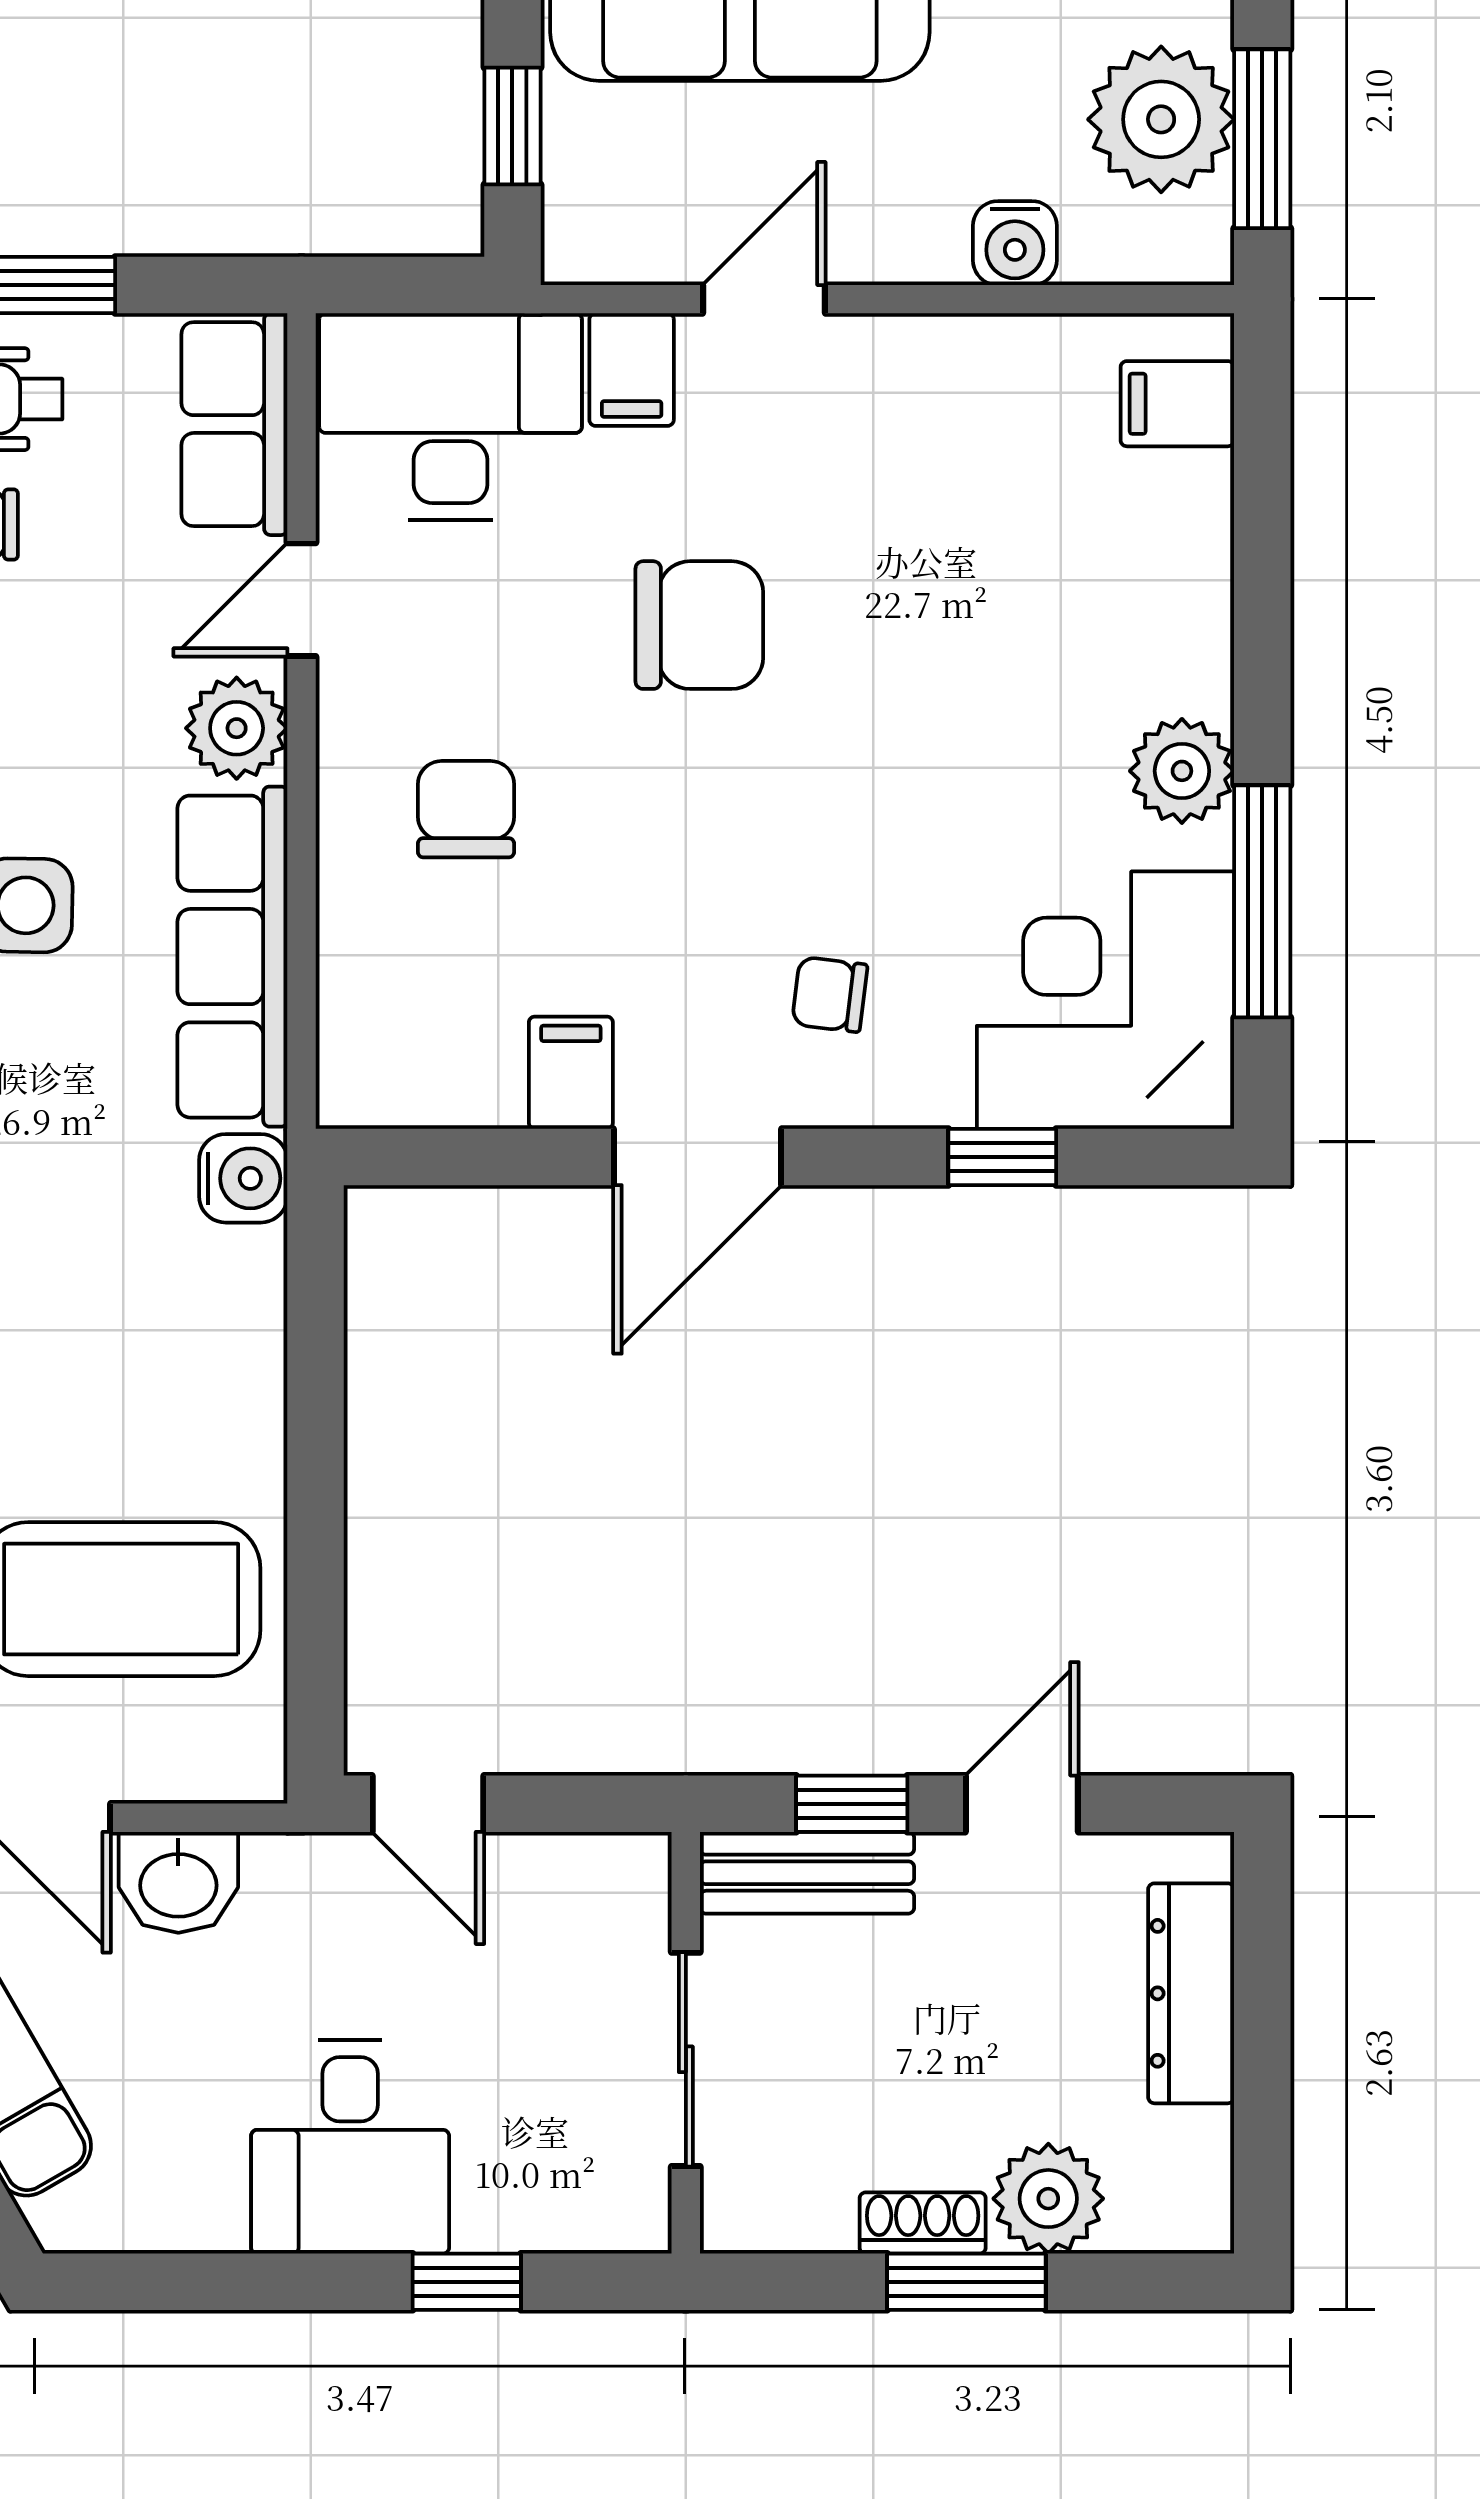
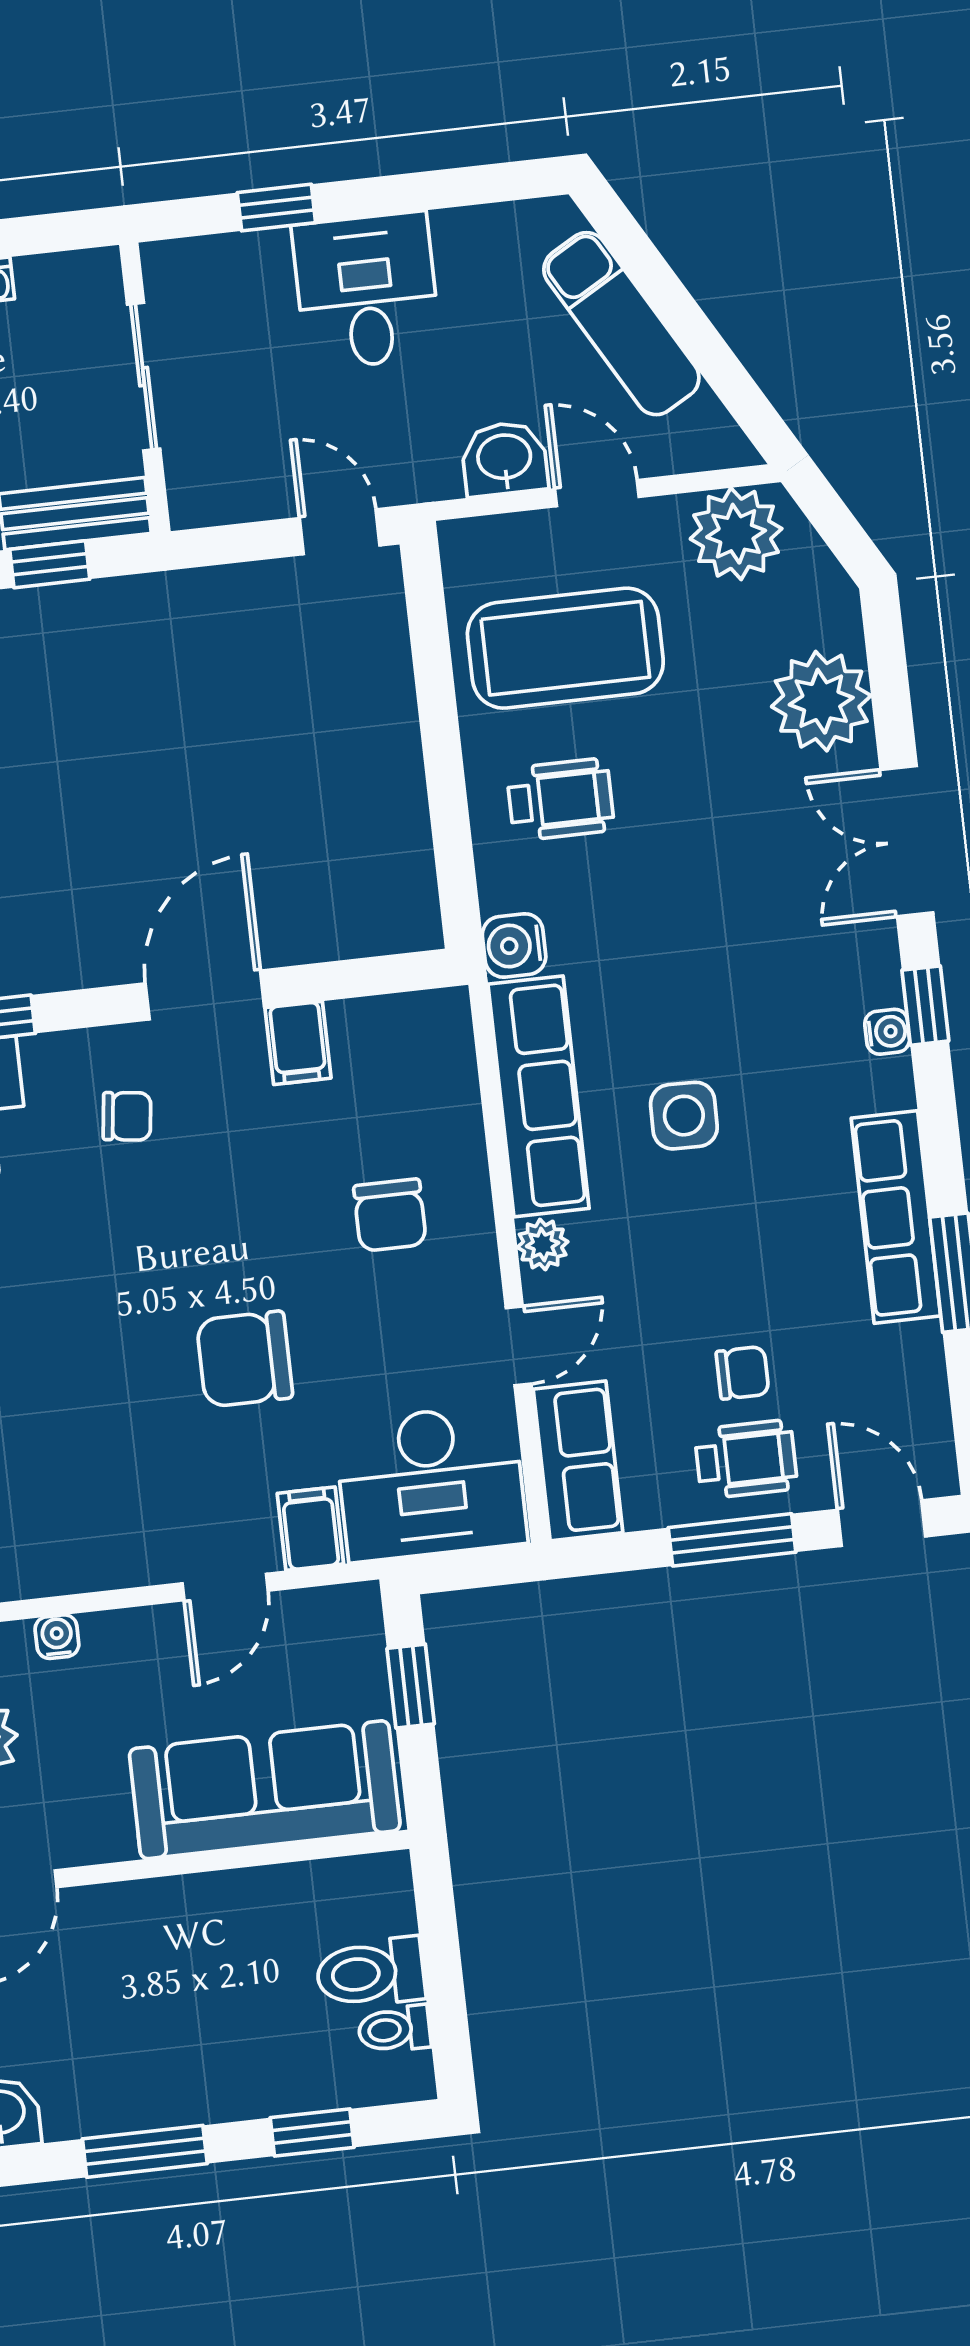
water cooler: (1015, 243) -> (57, 1637), width x0.72, depth x0.72
plant: (237, 728) -> (543, 1245), width x0.73, depth x0.73
wheelchair: (153, 1381) -> (560, 800), added

